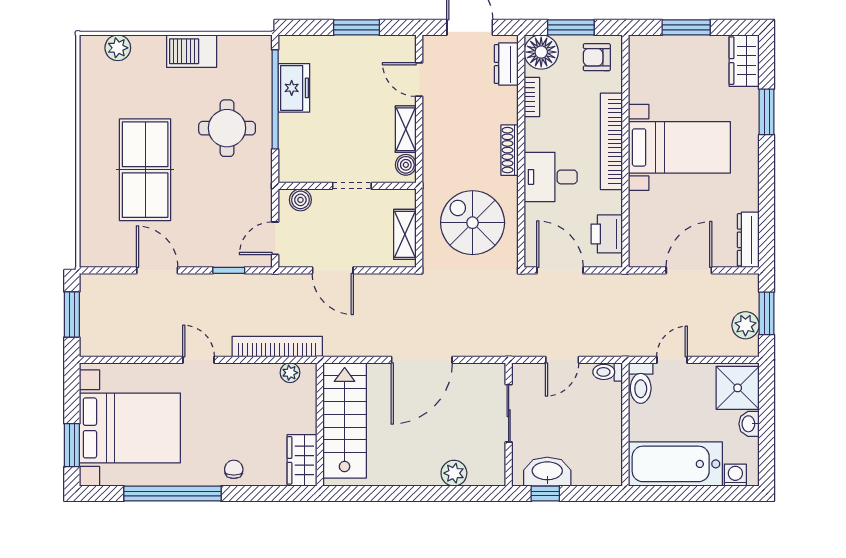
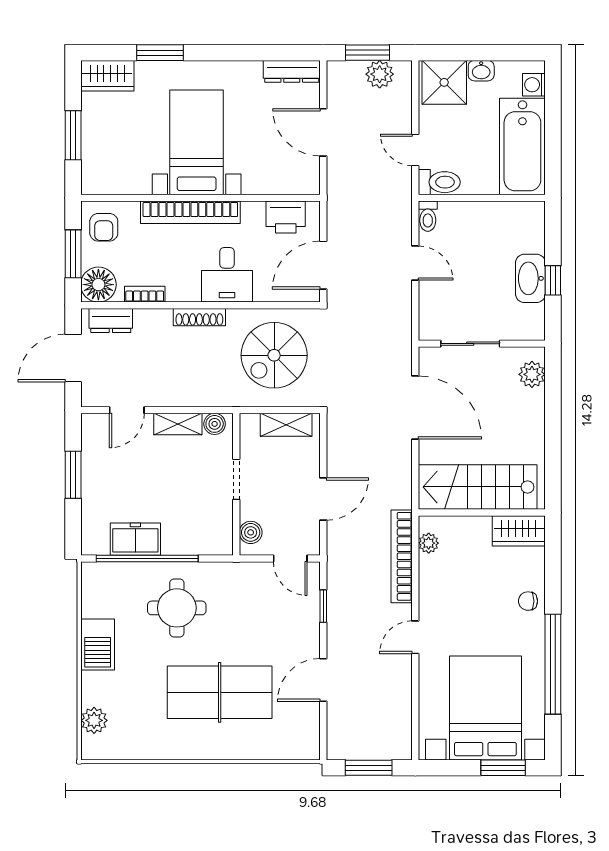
sliding door: (509, 413) -> (470, 344), moved
wall: (509, 424) -> (482, 344), moved

